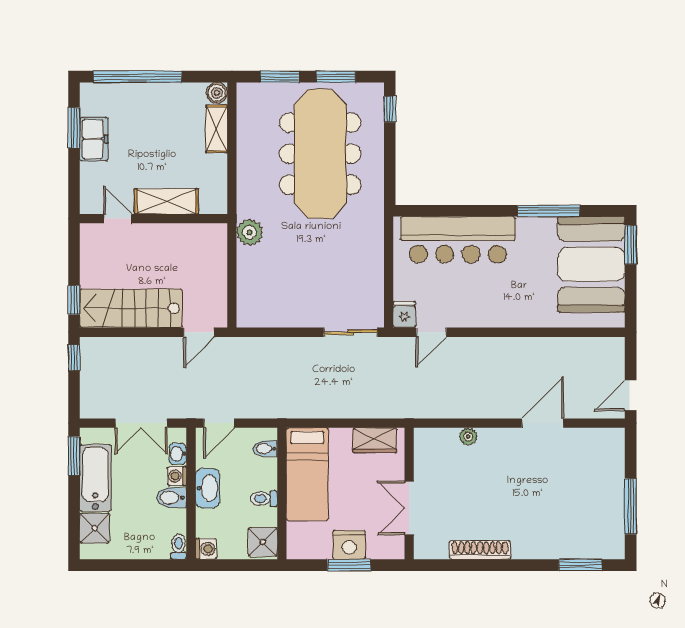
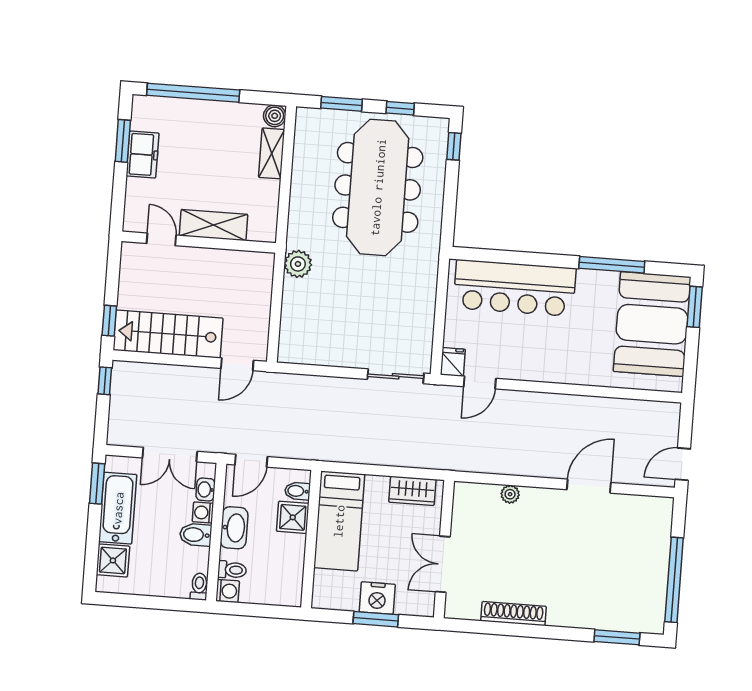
window: (336, 77) -> (400, 108), width x0.67
toilet: (264, 499) -> (232, 570), moved, turned 180
window: (631, 506) -> (674, 580), width x1.46
shower: (263, 542) -> (293, 517), moved

